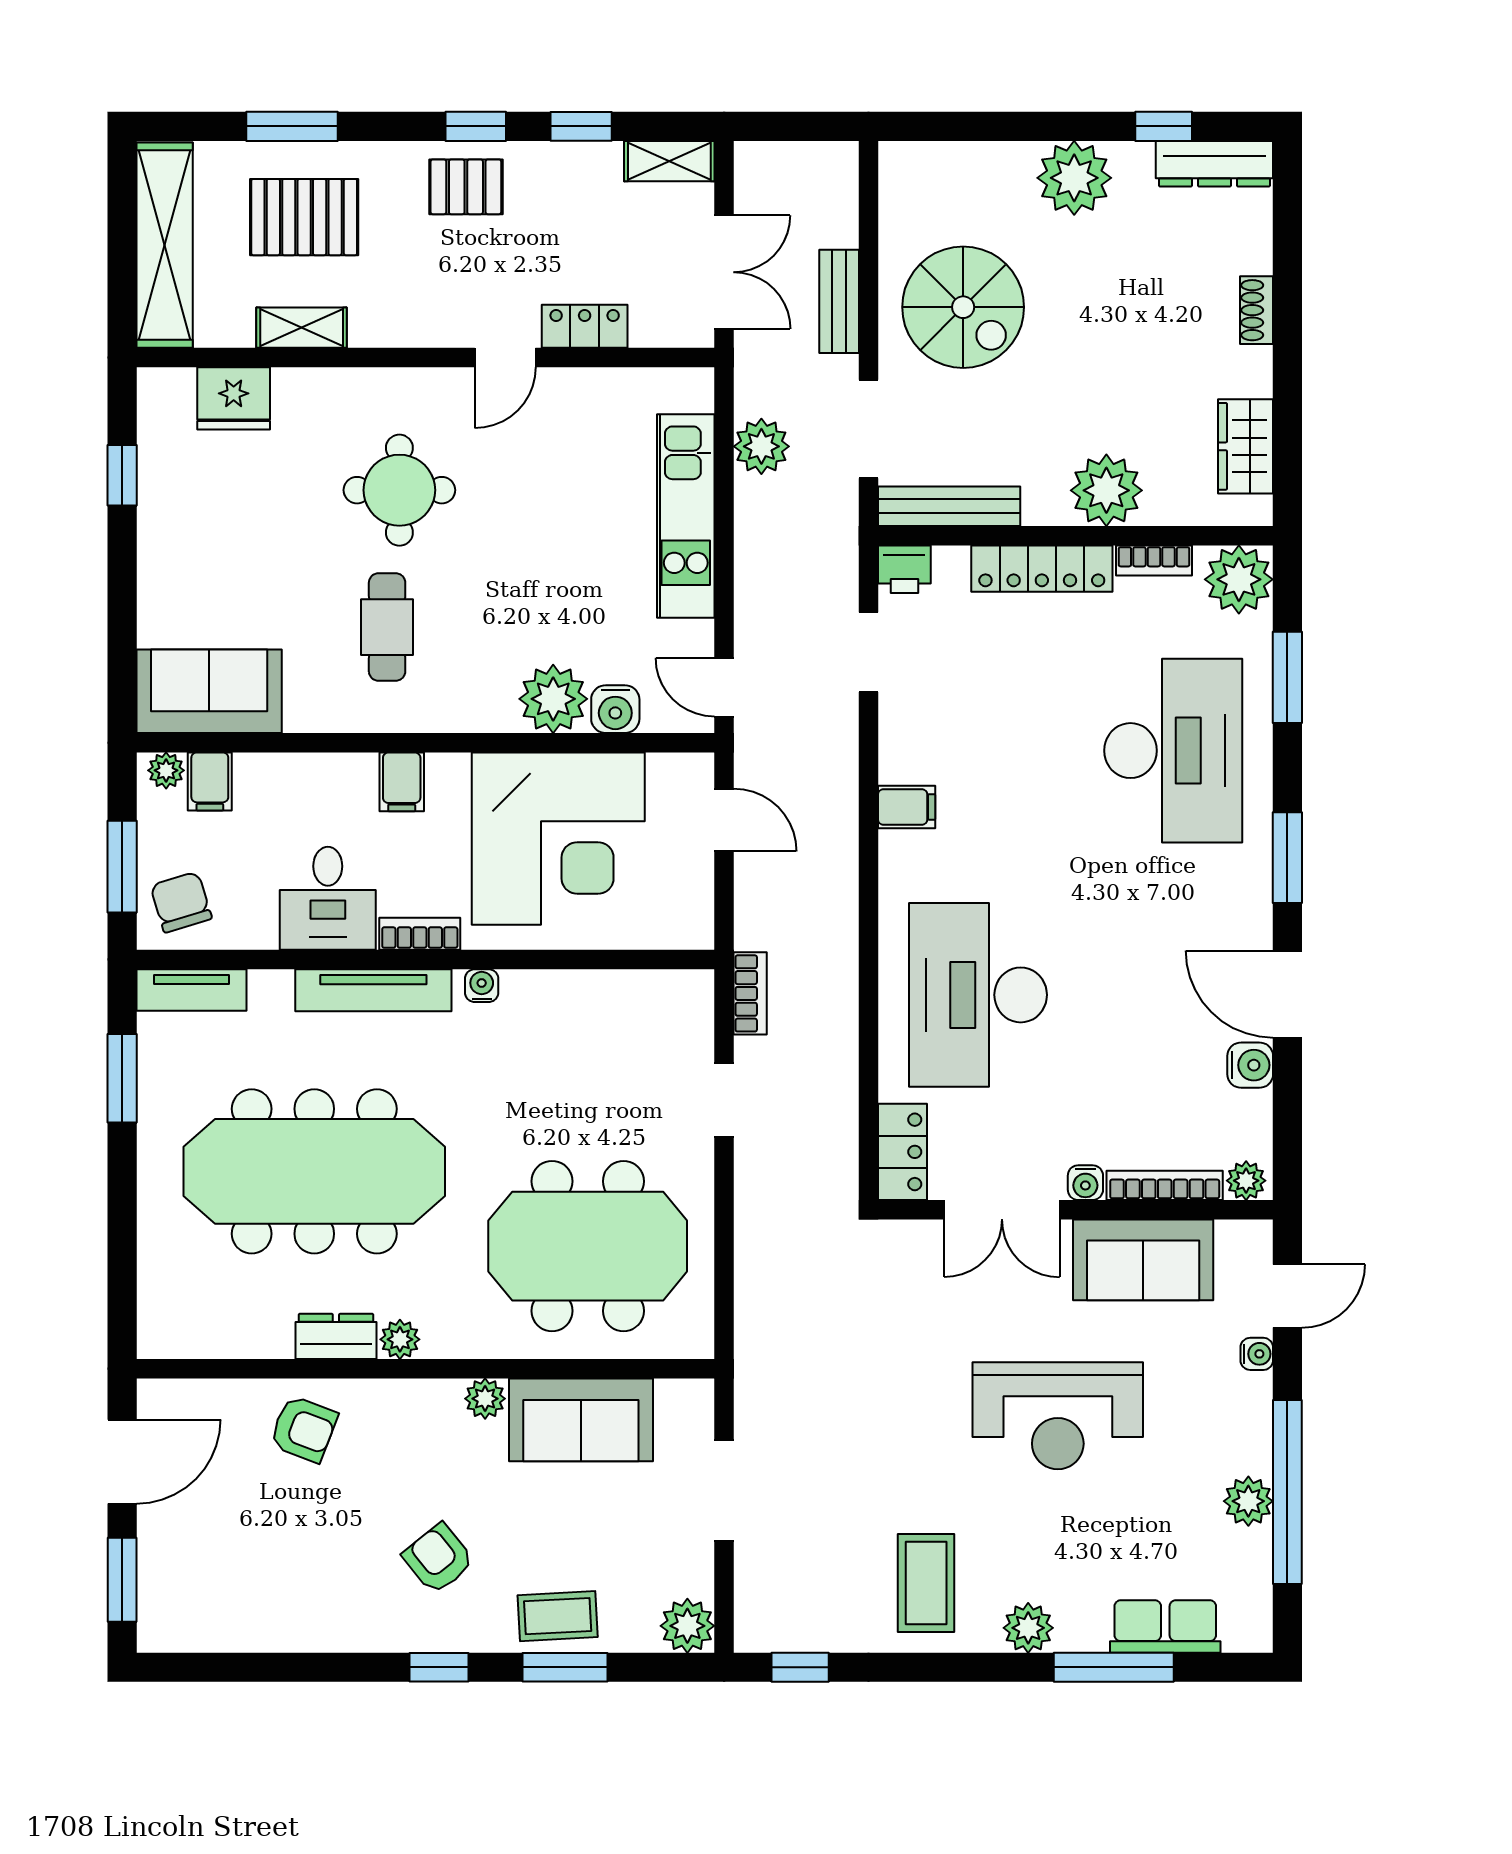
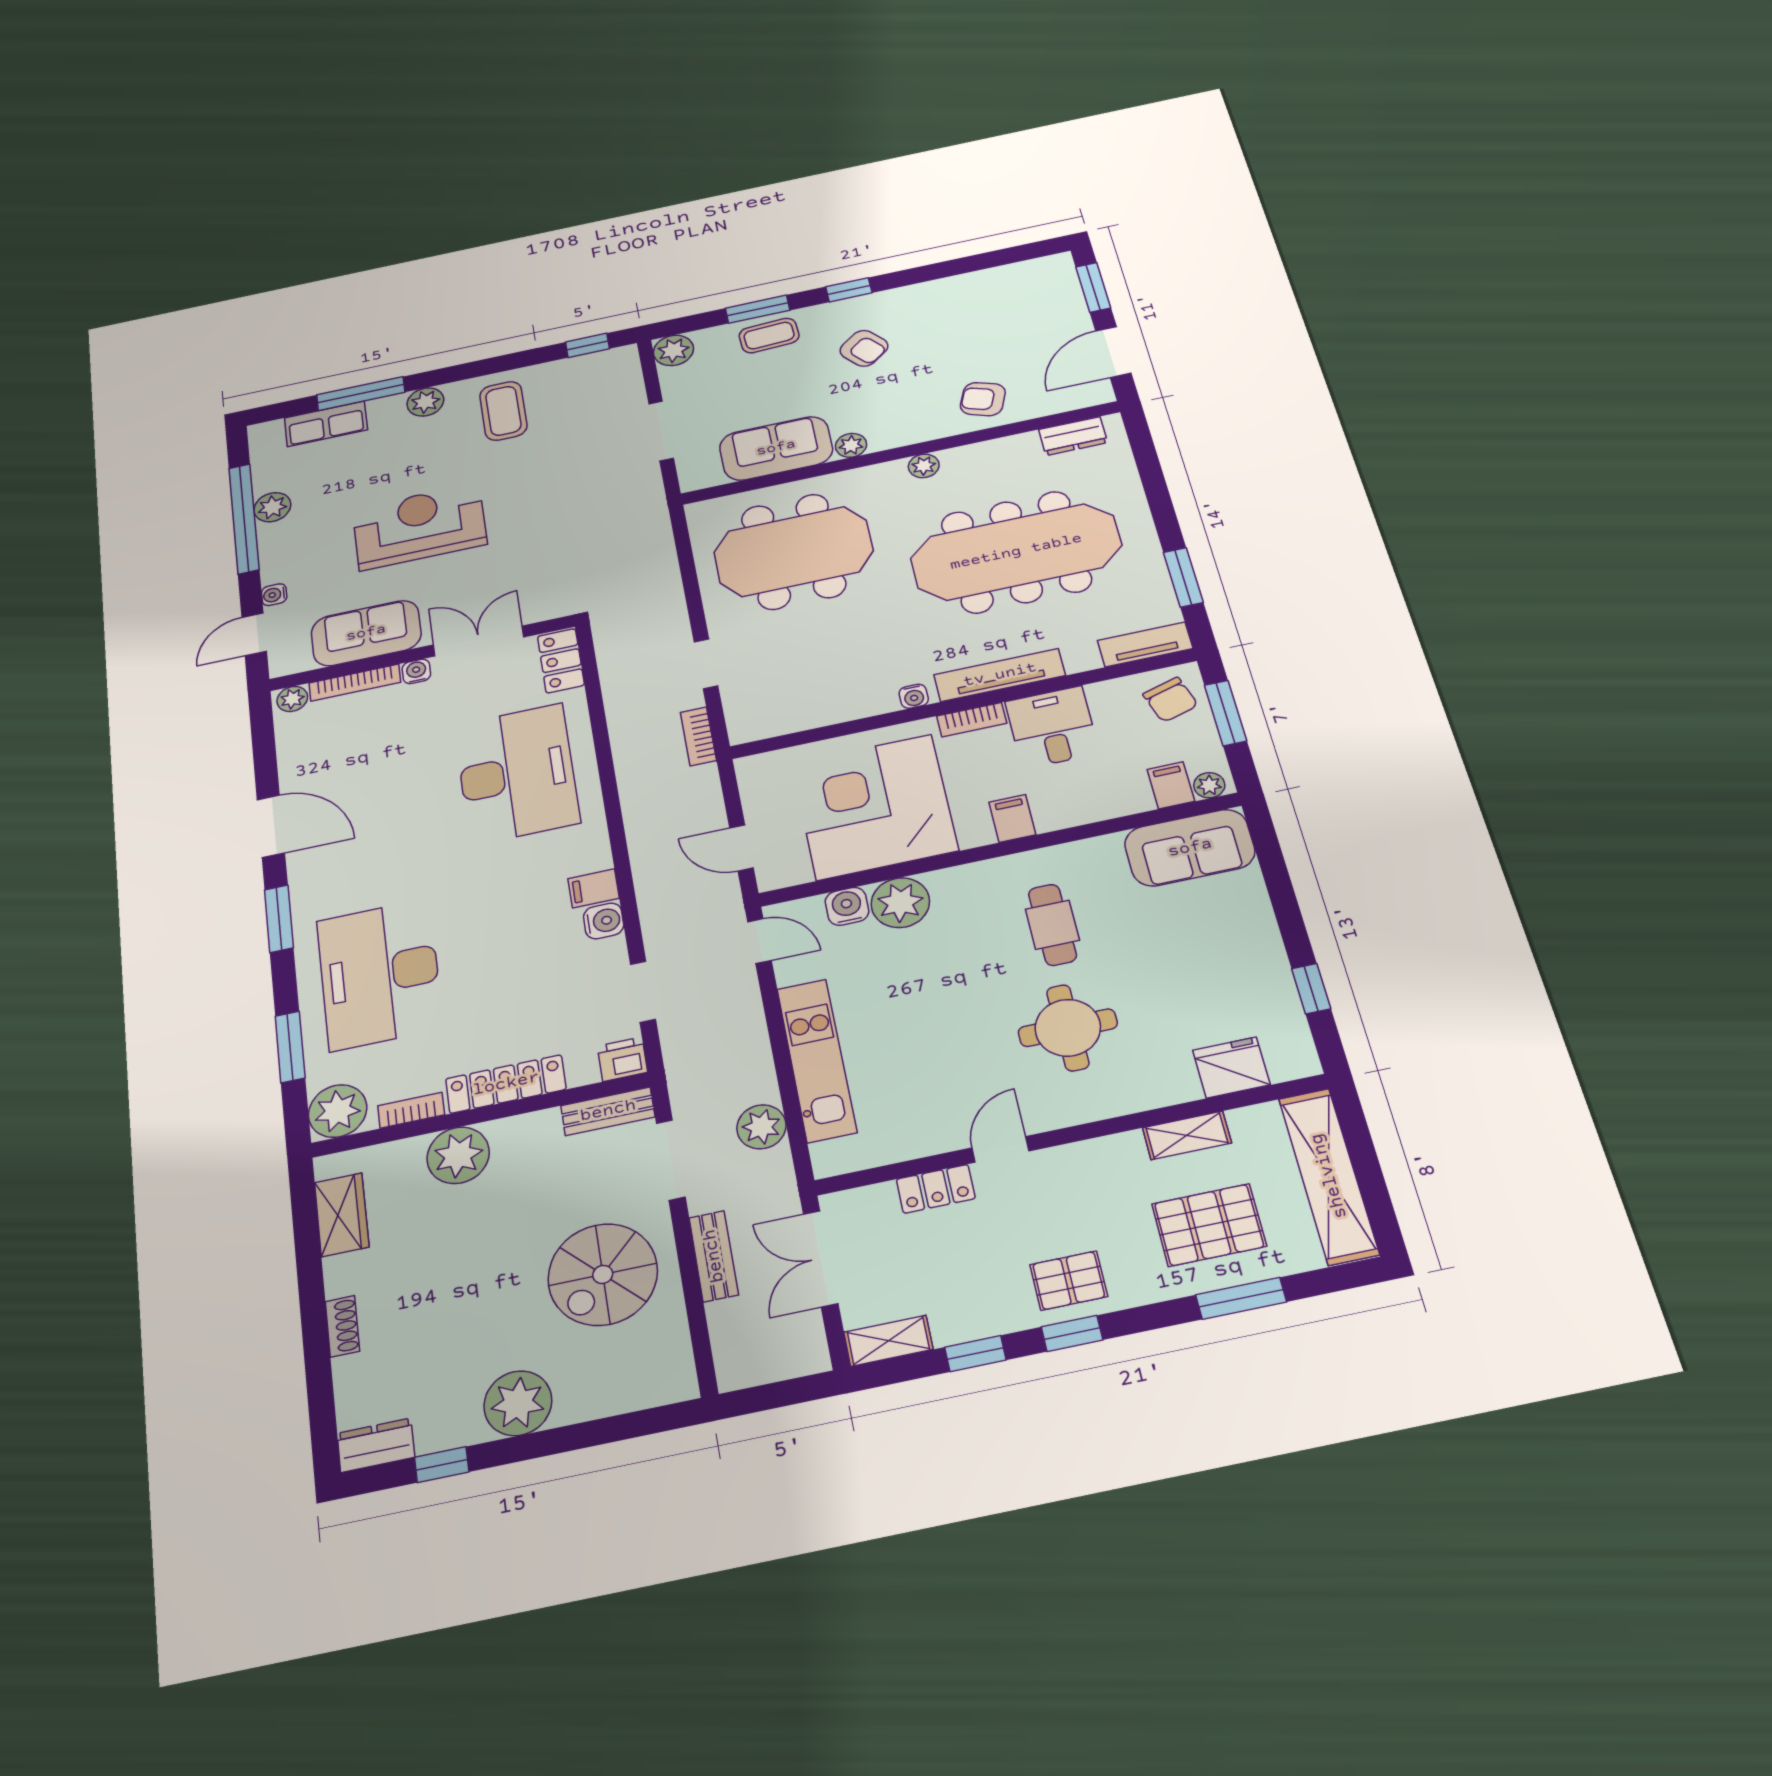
dresser: (1214, 164) -> (376, 1445), width x0.70
spiral stairs: (963, 307) -> (603, 1274), turned -90
bench: (949, 506) -> (608, 1111), width x0.73
water cooler: (1250, 1065) -> (604, 921), moved, turned 180
dresser: (336, 1336) -> (1073, 436), moved

